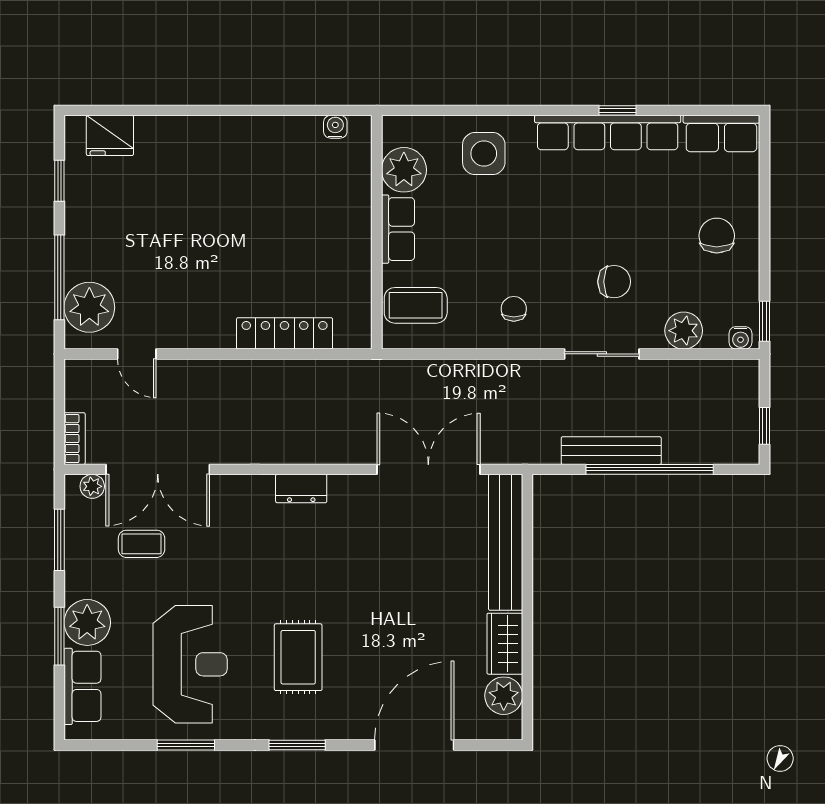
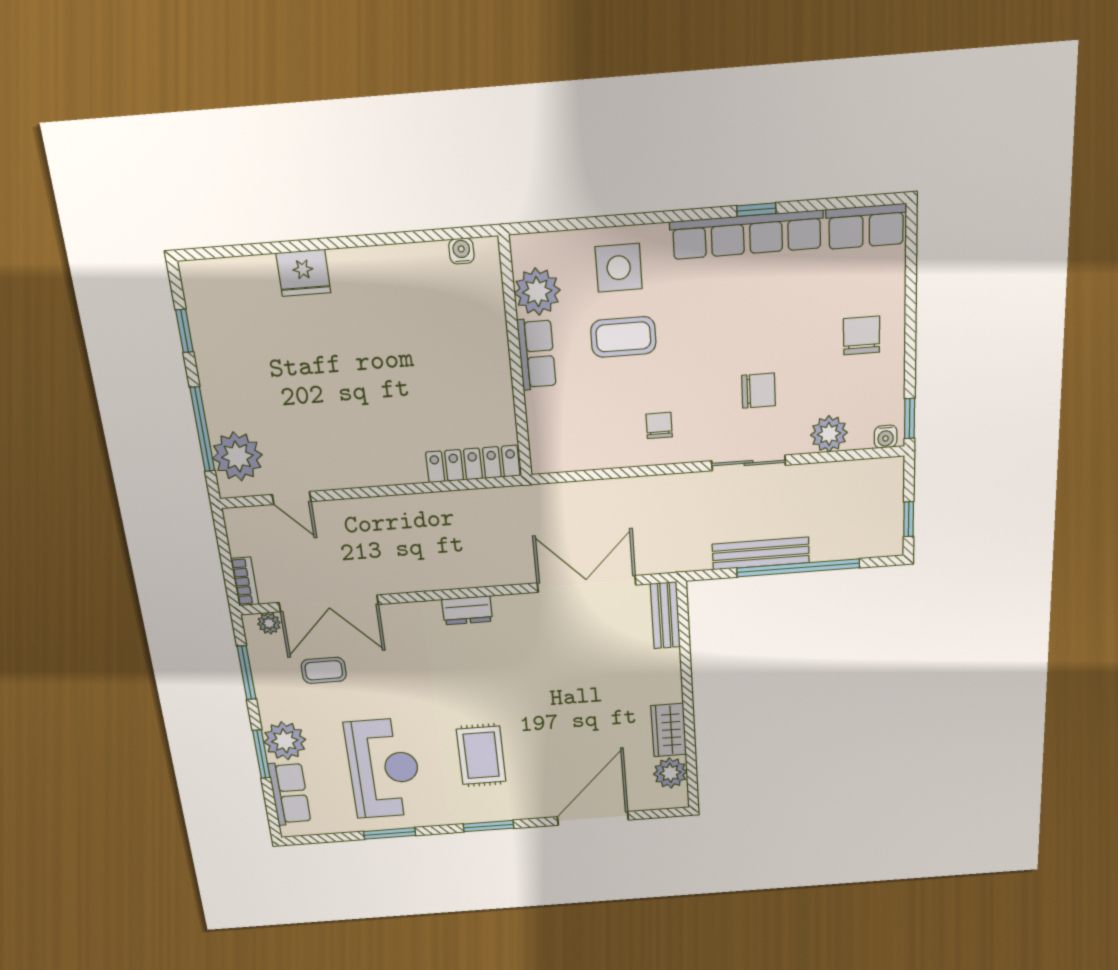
fridge: (110, 135) -> (303, 273), moved
coffee table: (416, 305) -> (623, 337), moved
locker: (285, 333) -> (473, 464), moved
bench: (506, 542) -> (665, 615), width x0.54, depth x0.82

